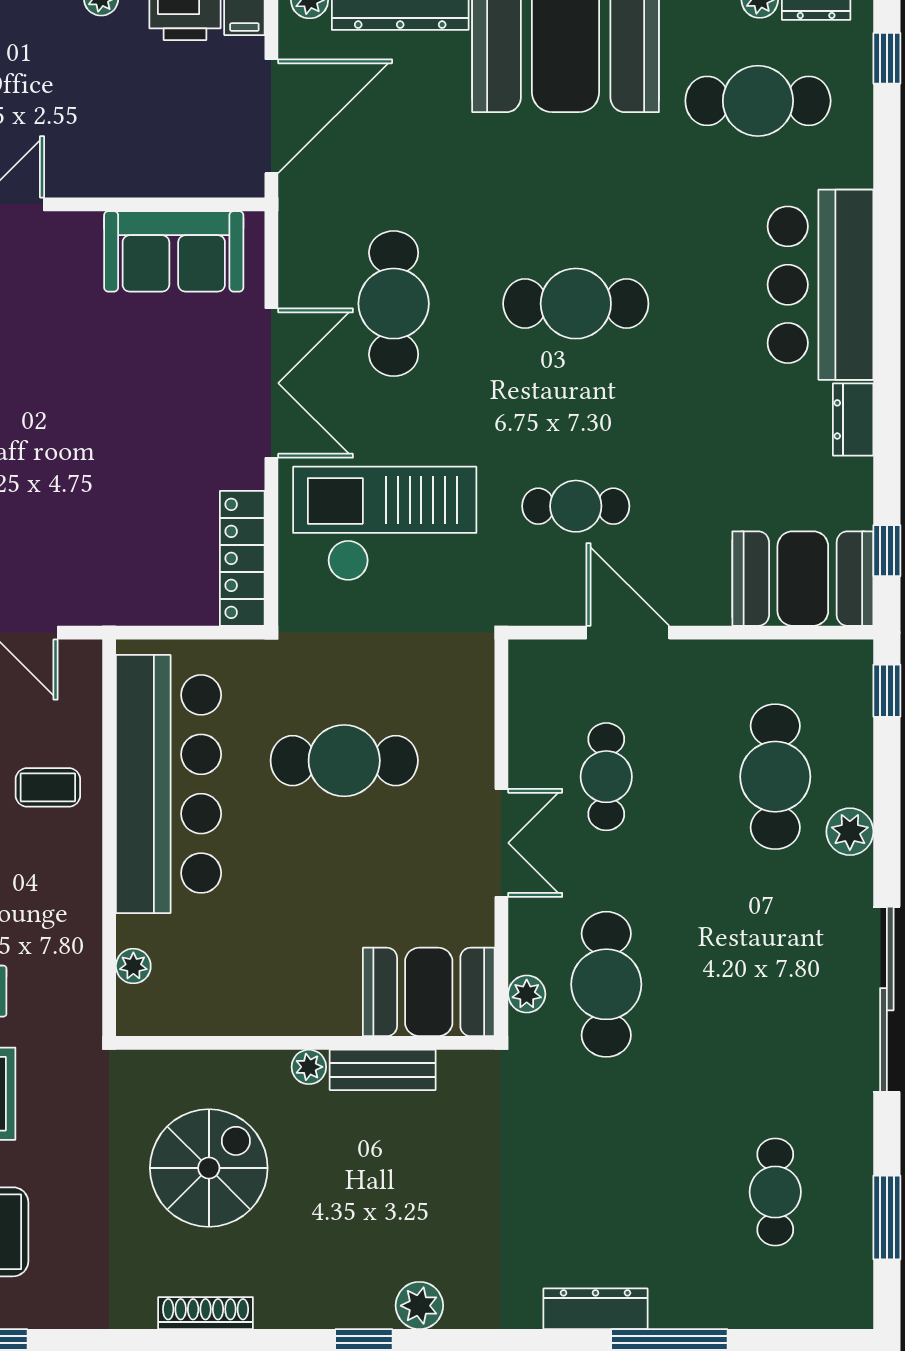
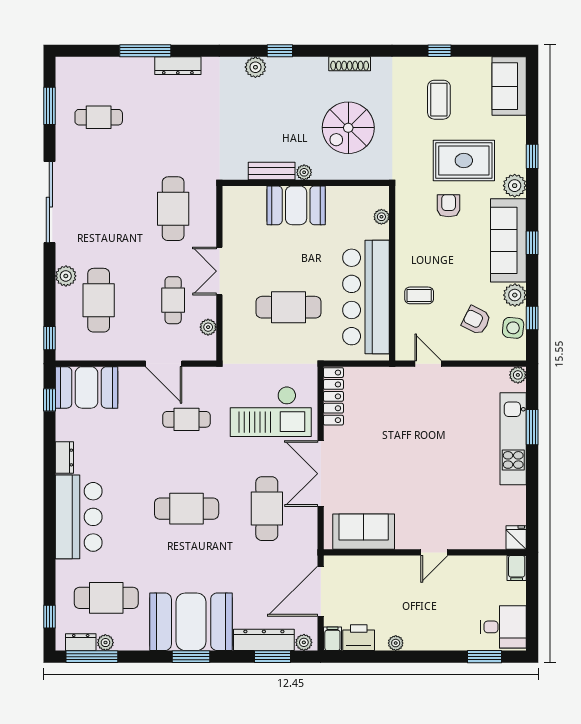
booth: (429, 992) -> (296, 205), moved
plant: (527, 994) -> (208, 327), moved
cafe table: (775, 1192) -> (99, 117), turned 90

